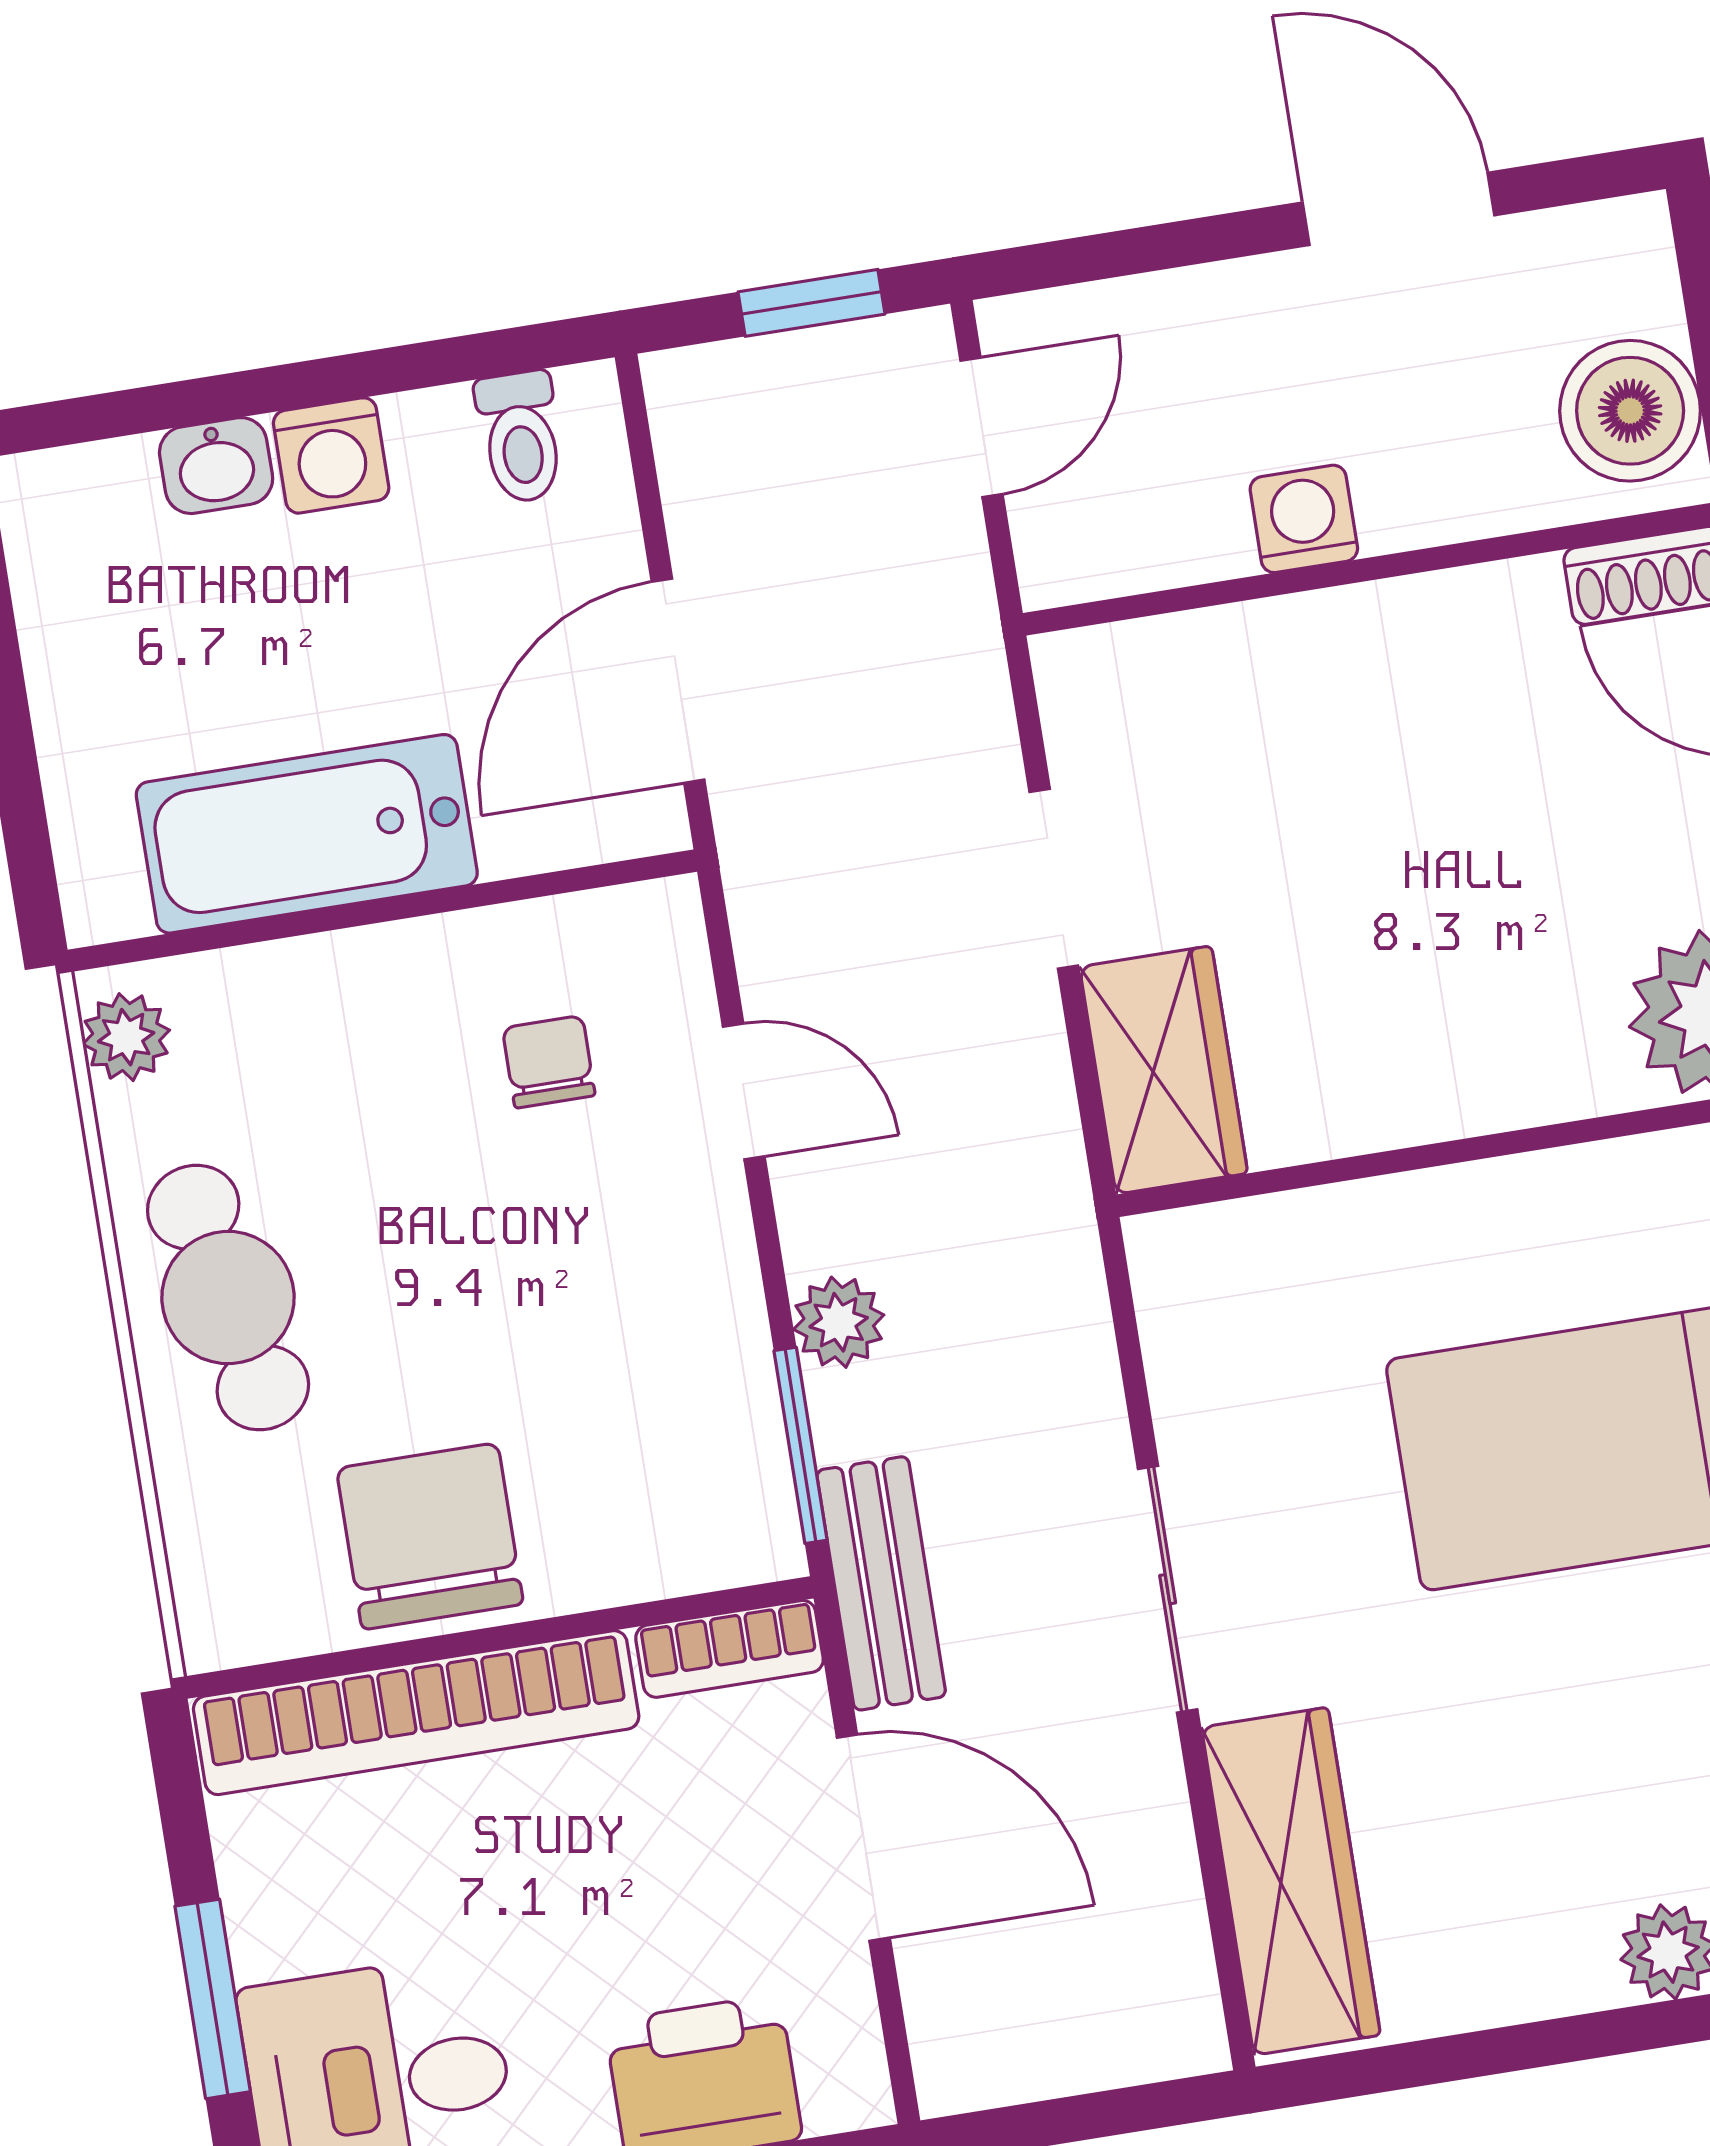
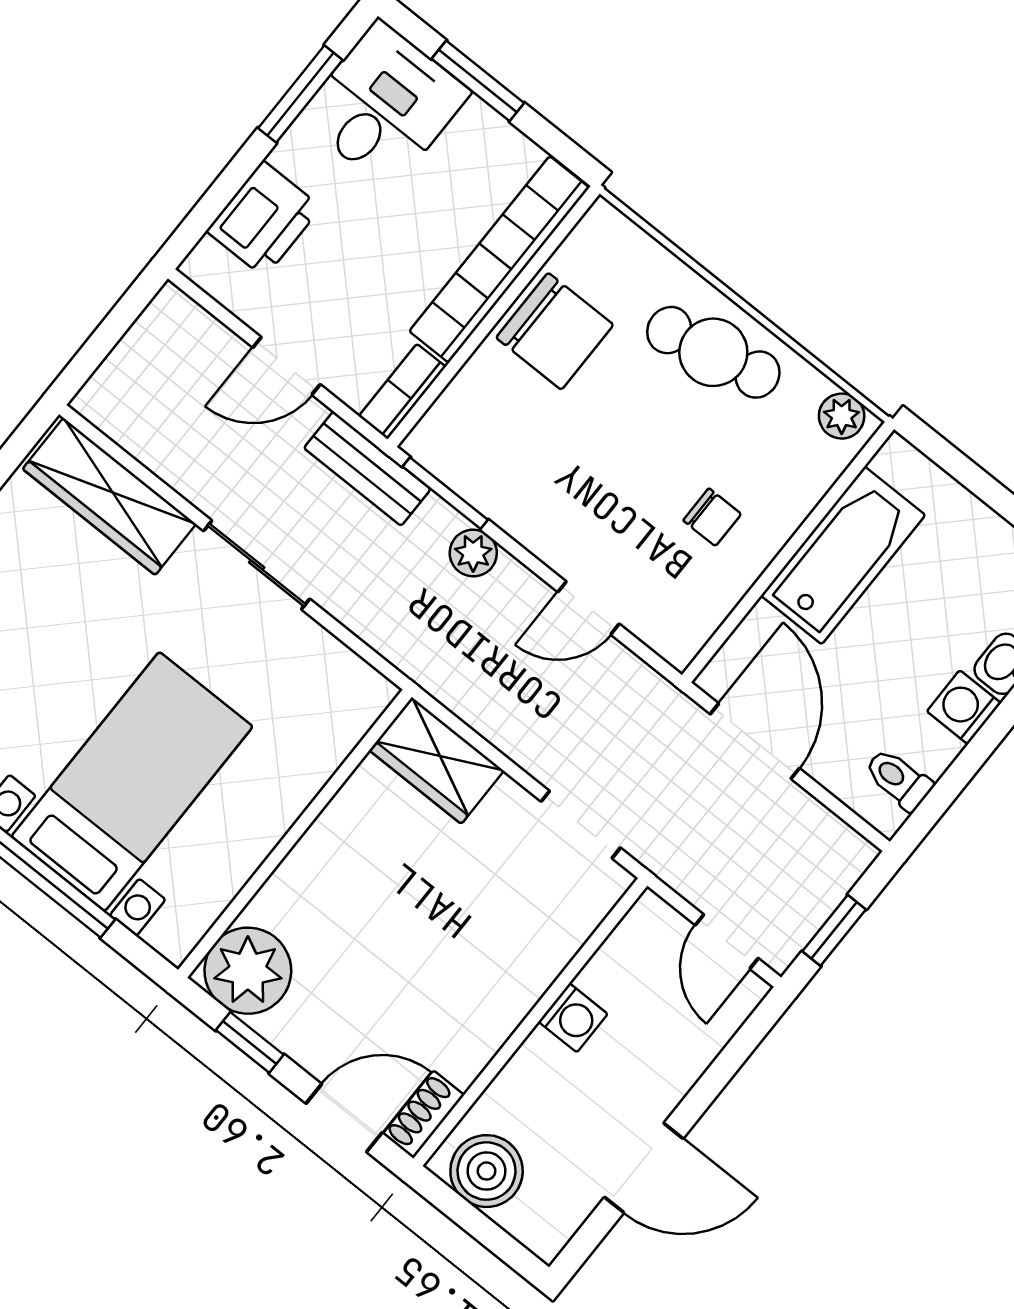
doorway: (1054, 879) -> (581, 825), moved
chair: (549, 1062) -> (712, 517), moved
door: (863, 1838) -> (287, 366), width x0.73

